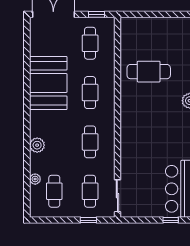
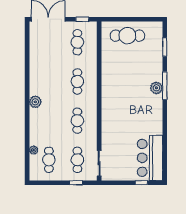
cafe table: (149, 72) -> (127, 36), moved
booth: (48, 83) -> (44, 74), removed
plant: (37, 145) -> (35, 102), moved

